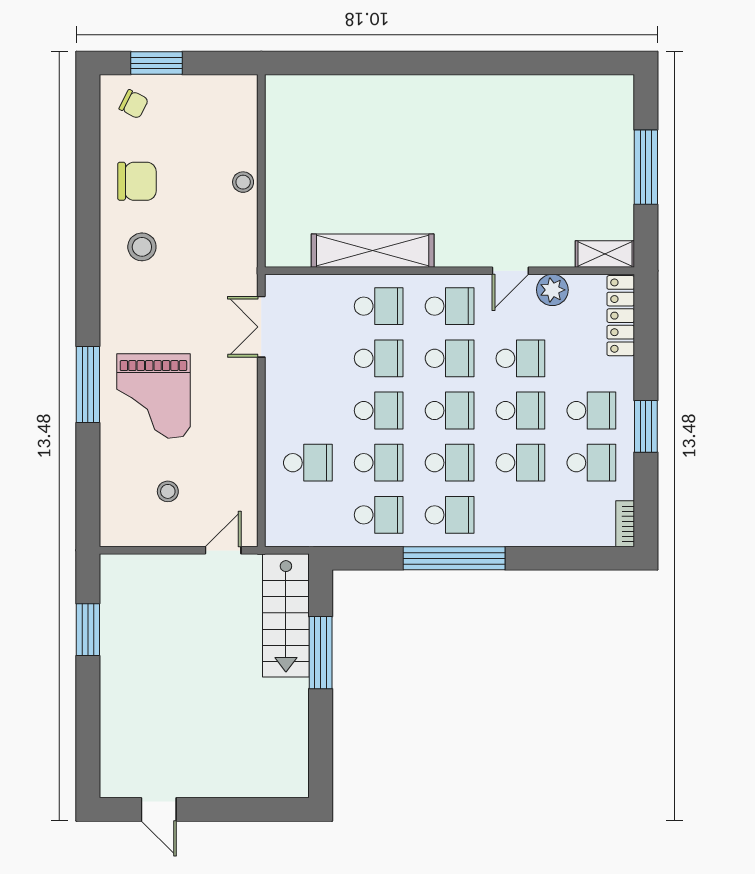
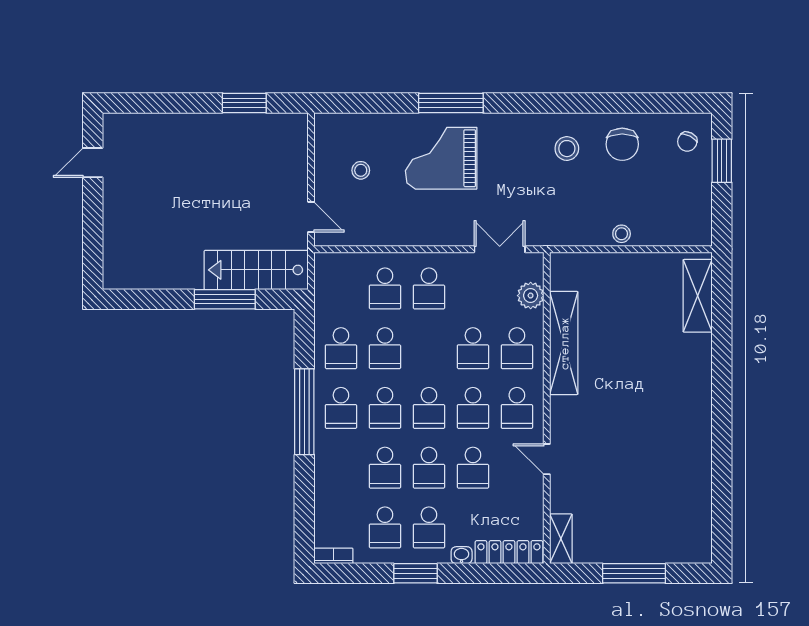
shelving: (317, 92) -> (698, 296), added
plant: (552, 290) -> (531, 296), moved
washbasin: (624, 372) -> (462, 555), added
school desk: (379, 411) -> (429, 288), moved

